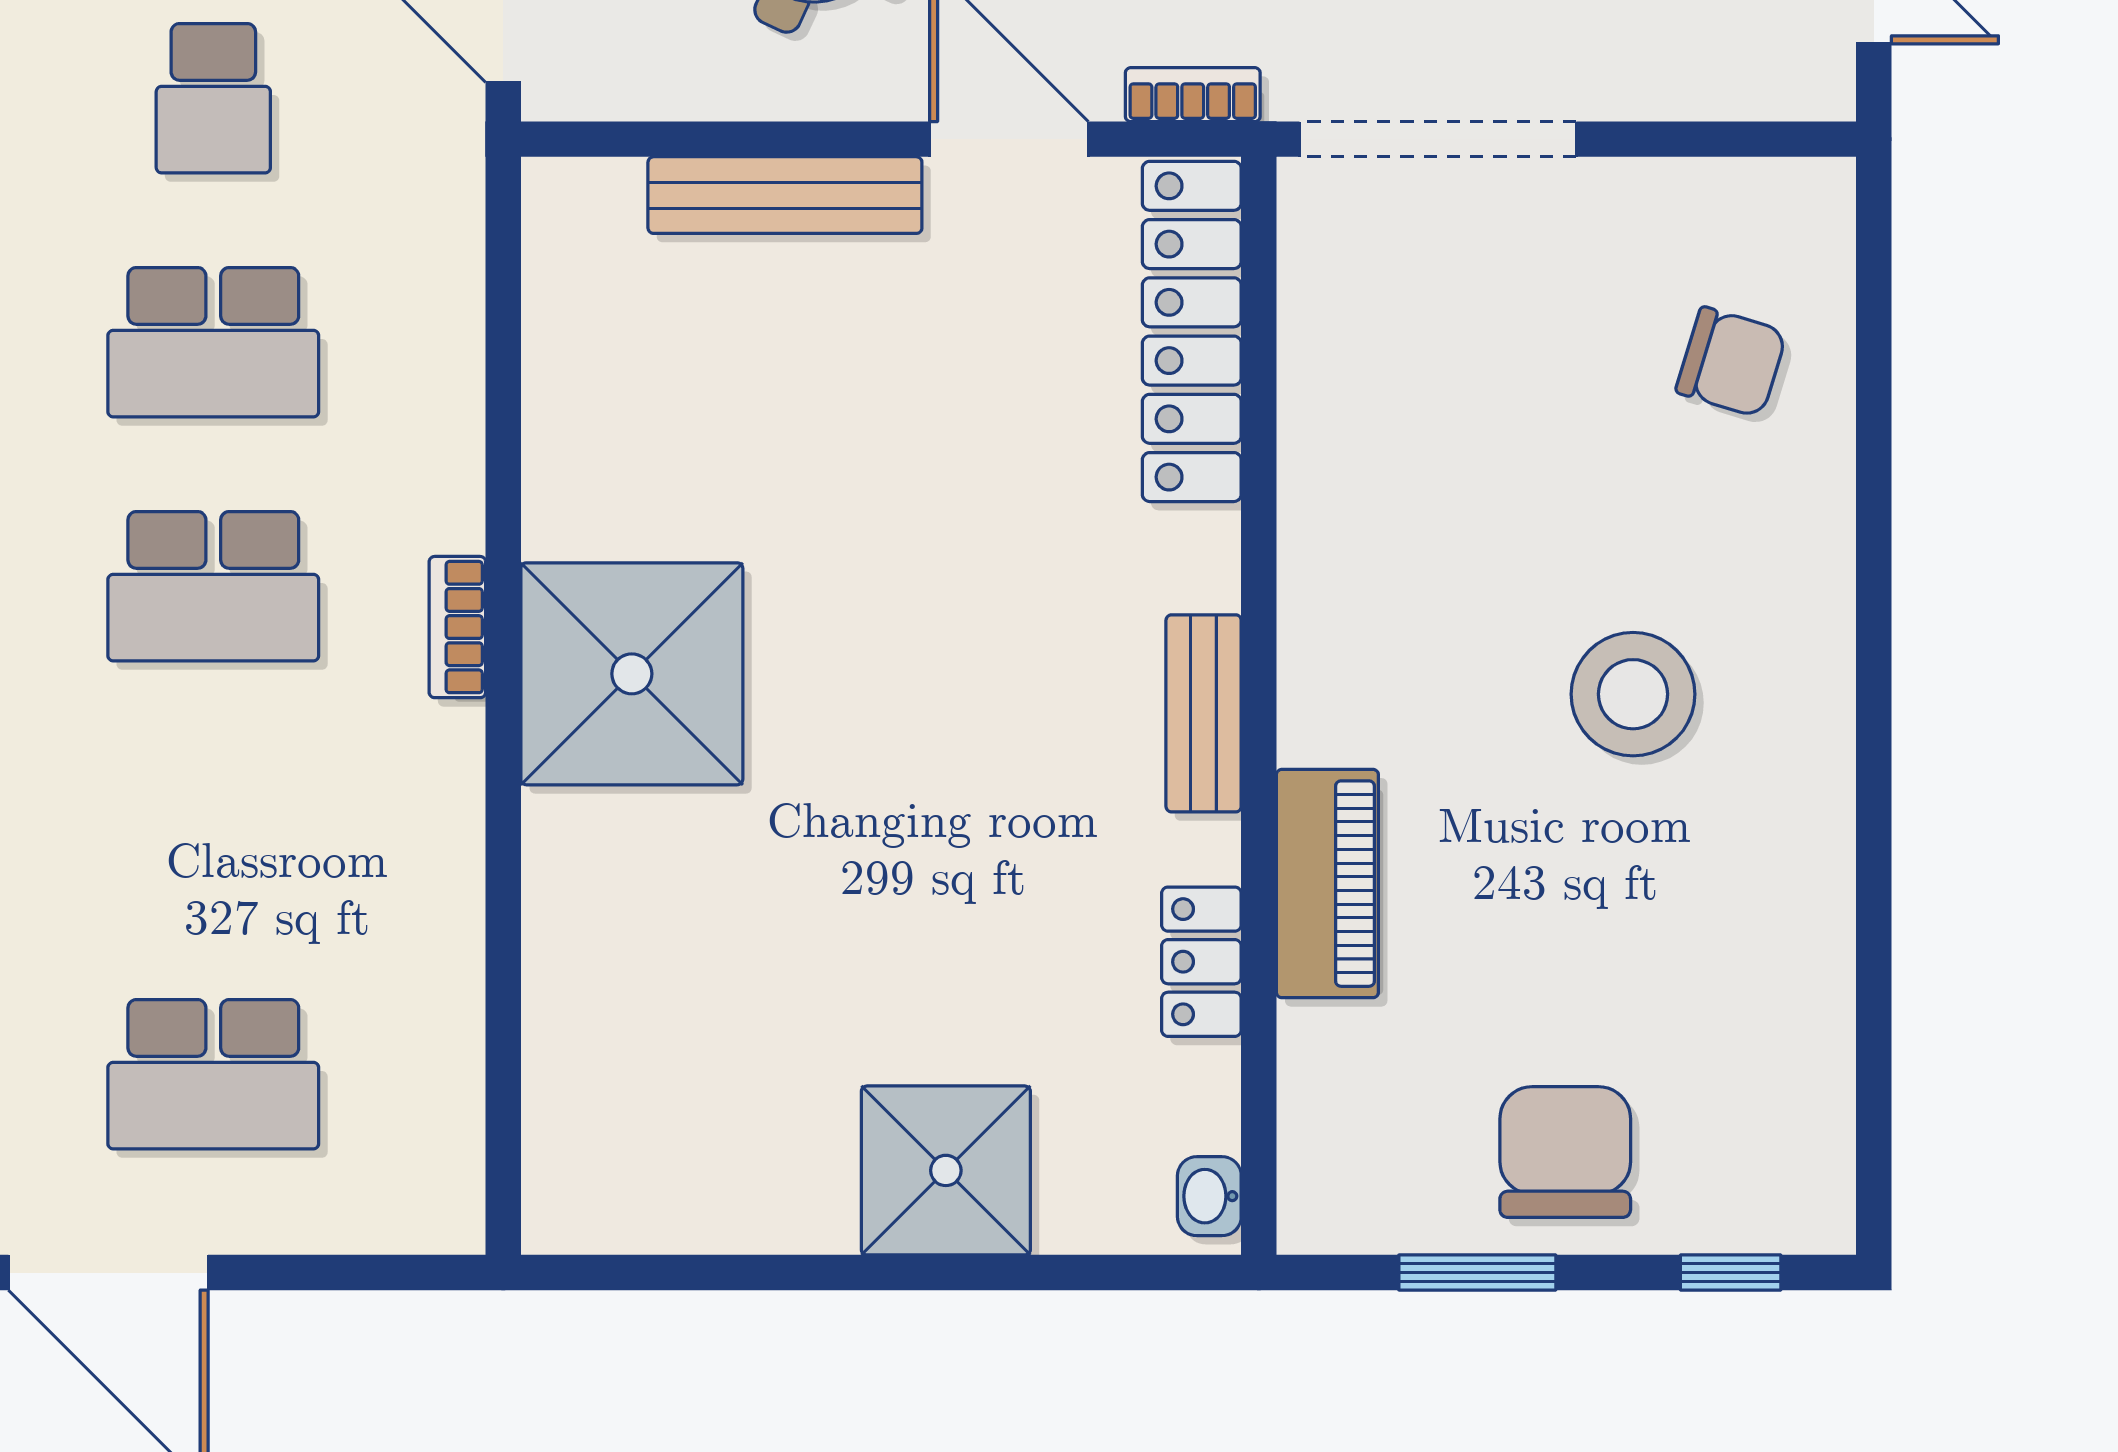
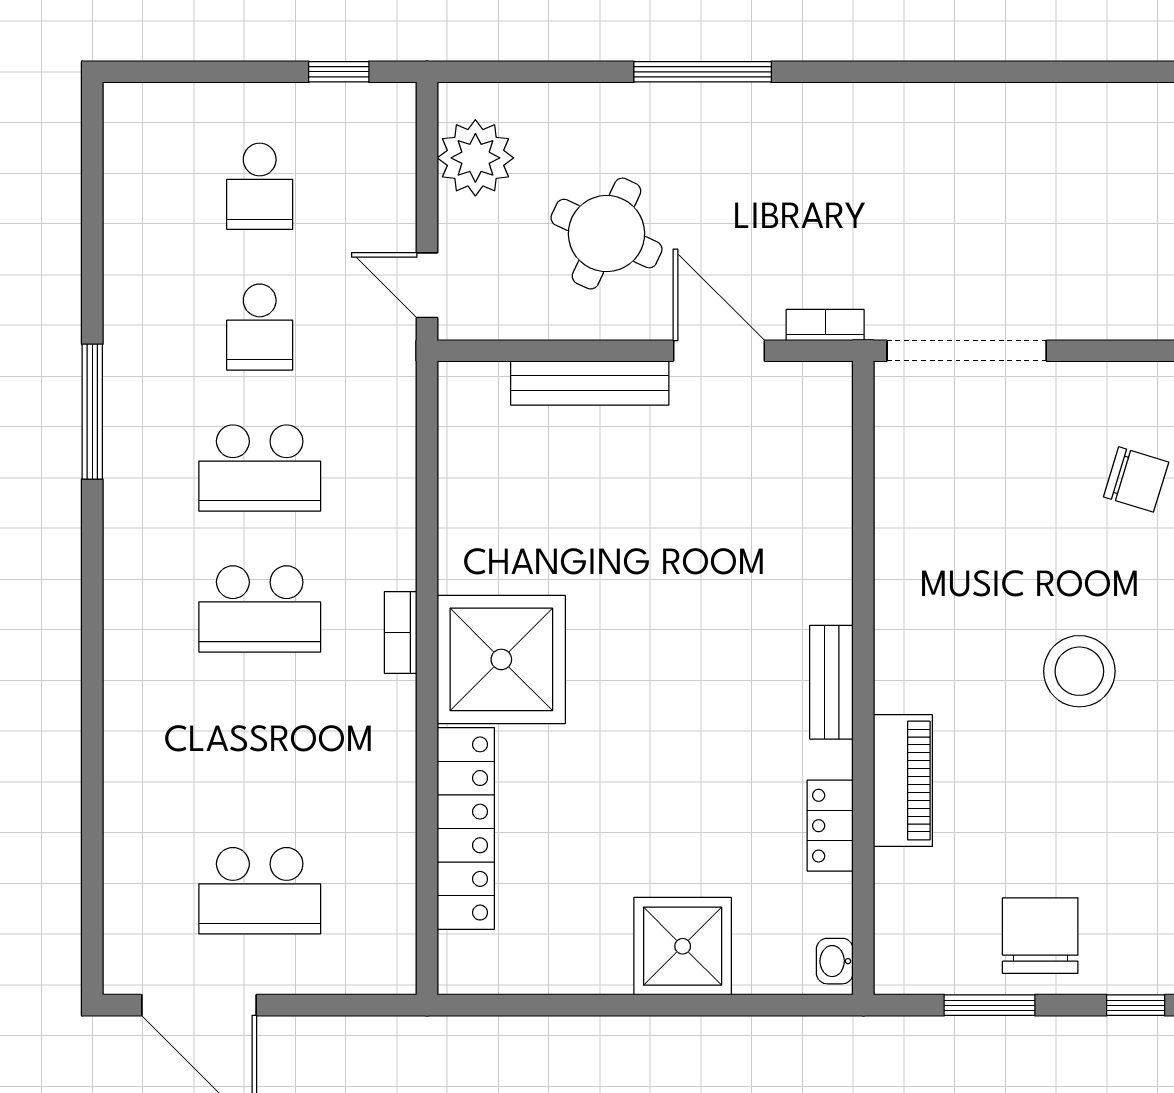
locker: (1192, 331) -> (466, 828), moved, turned 180

